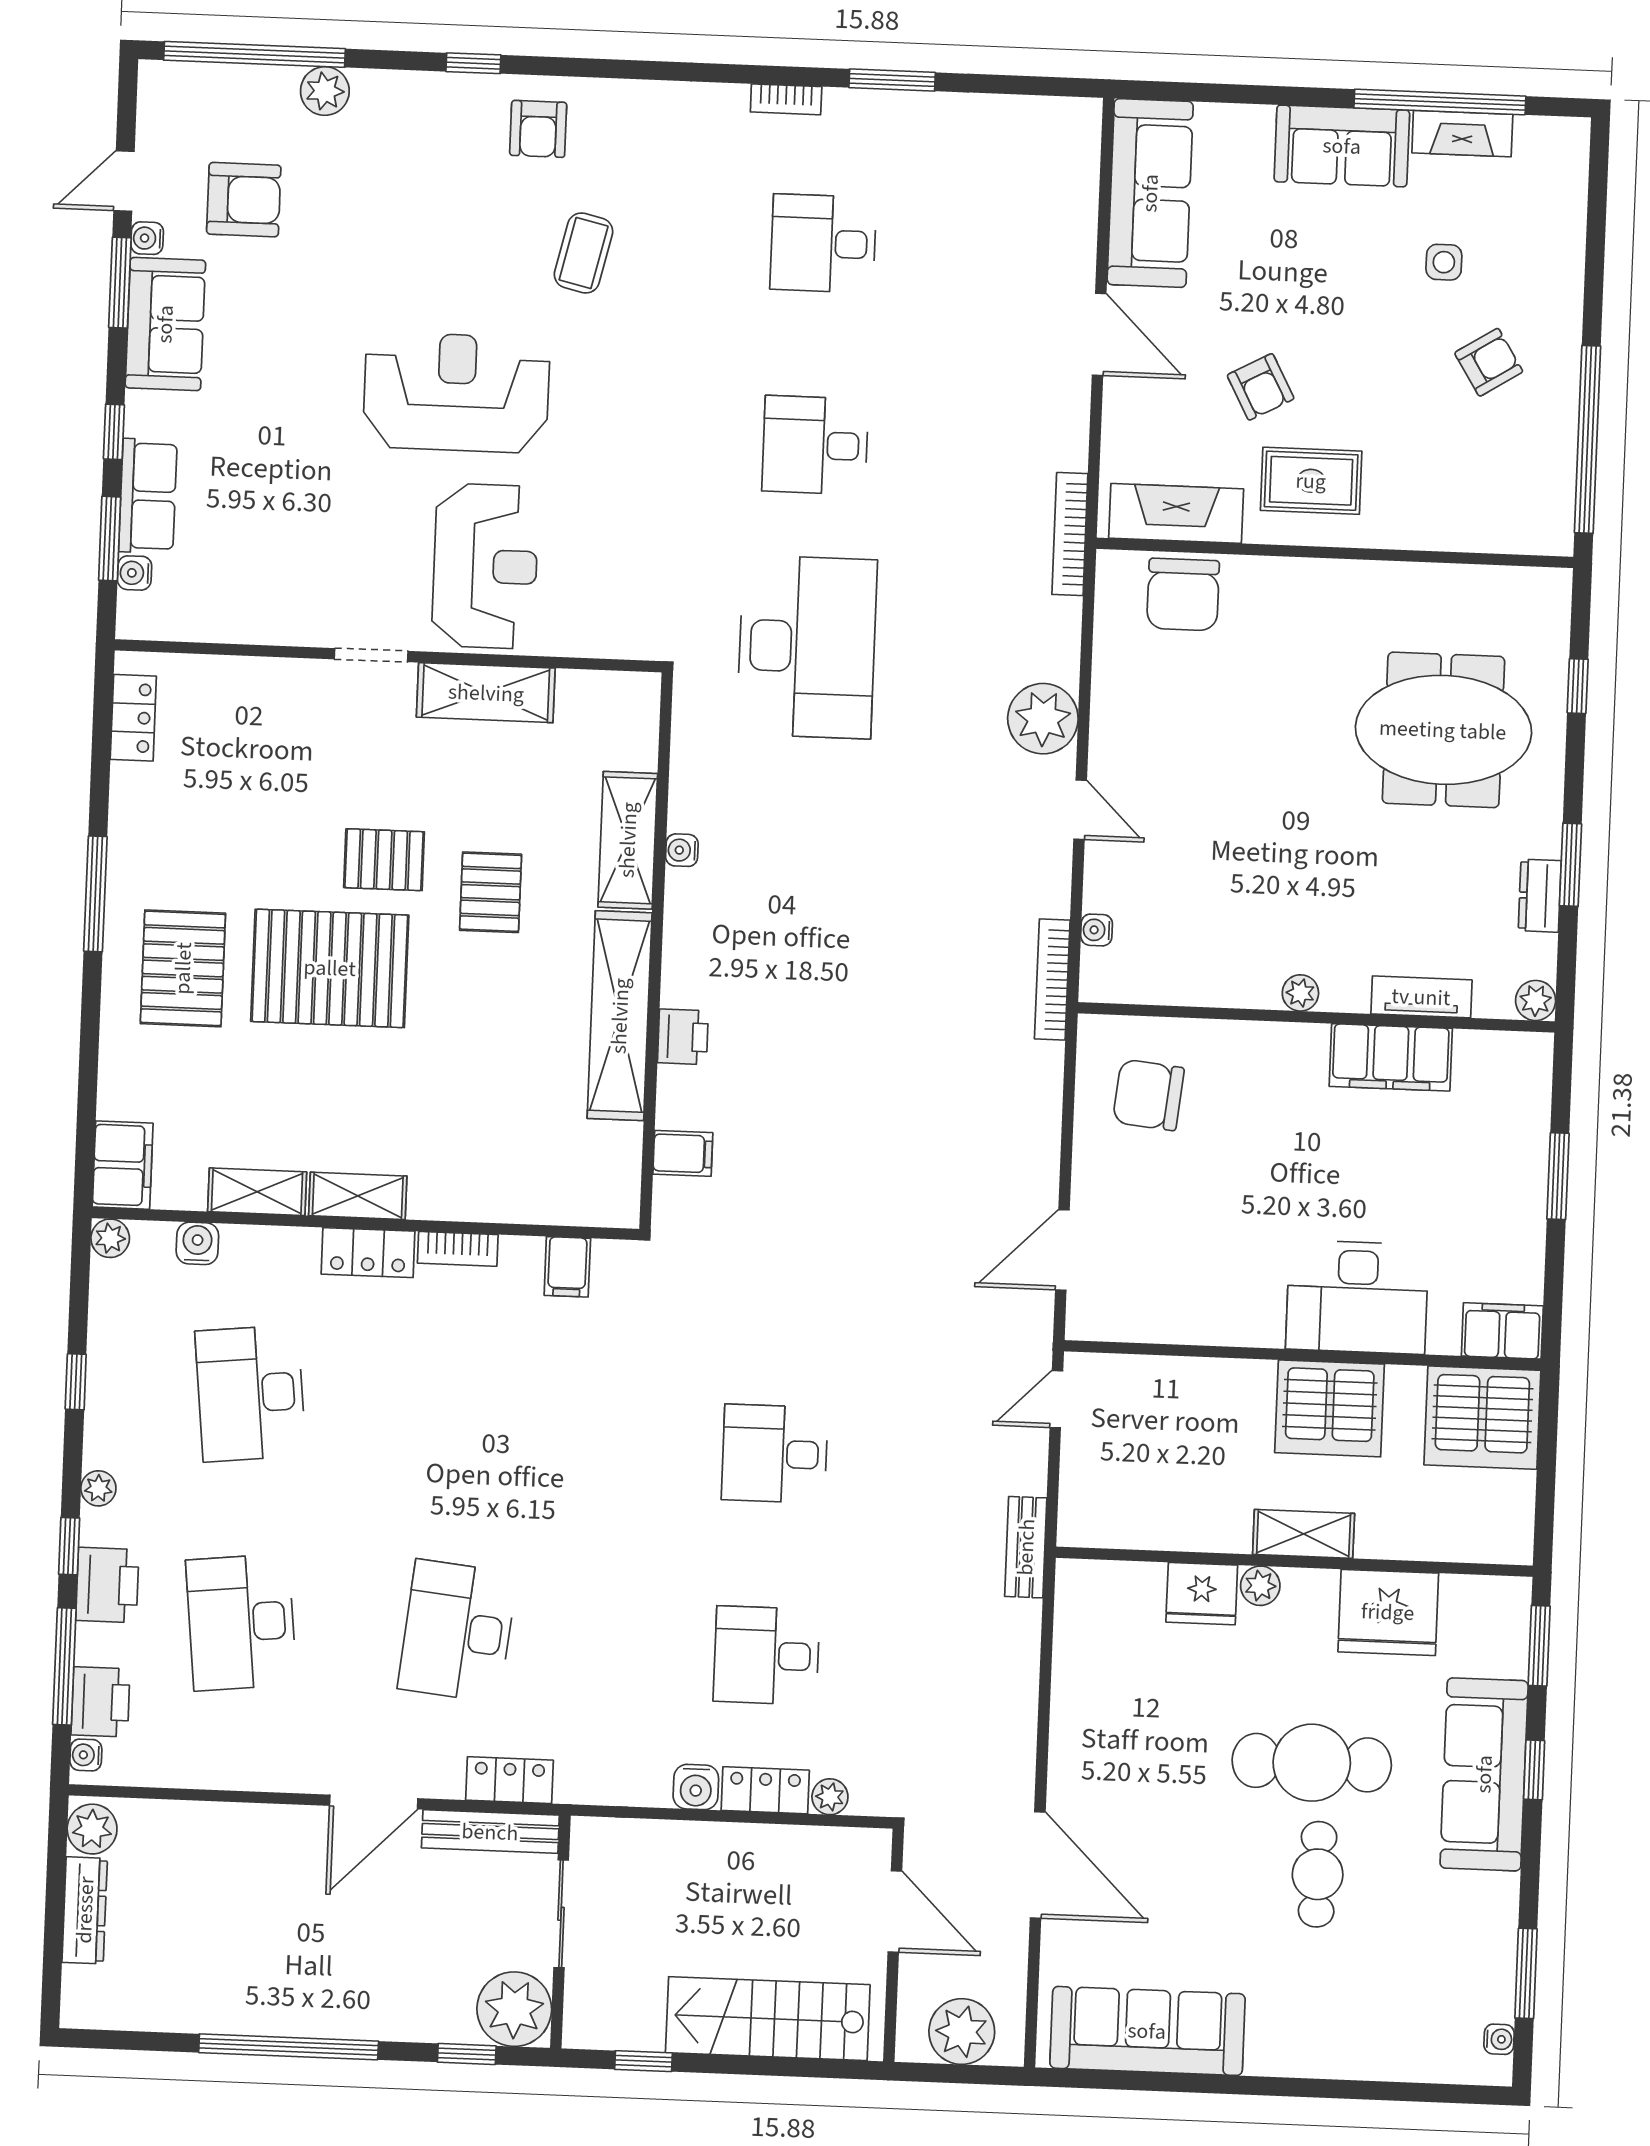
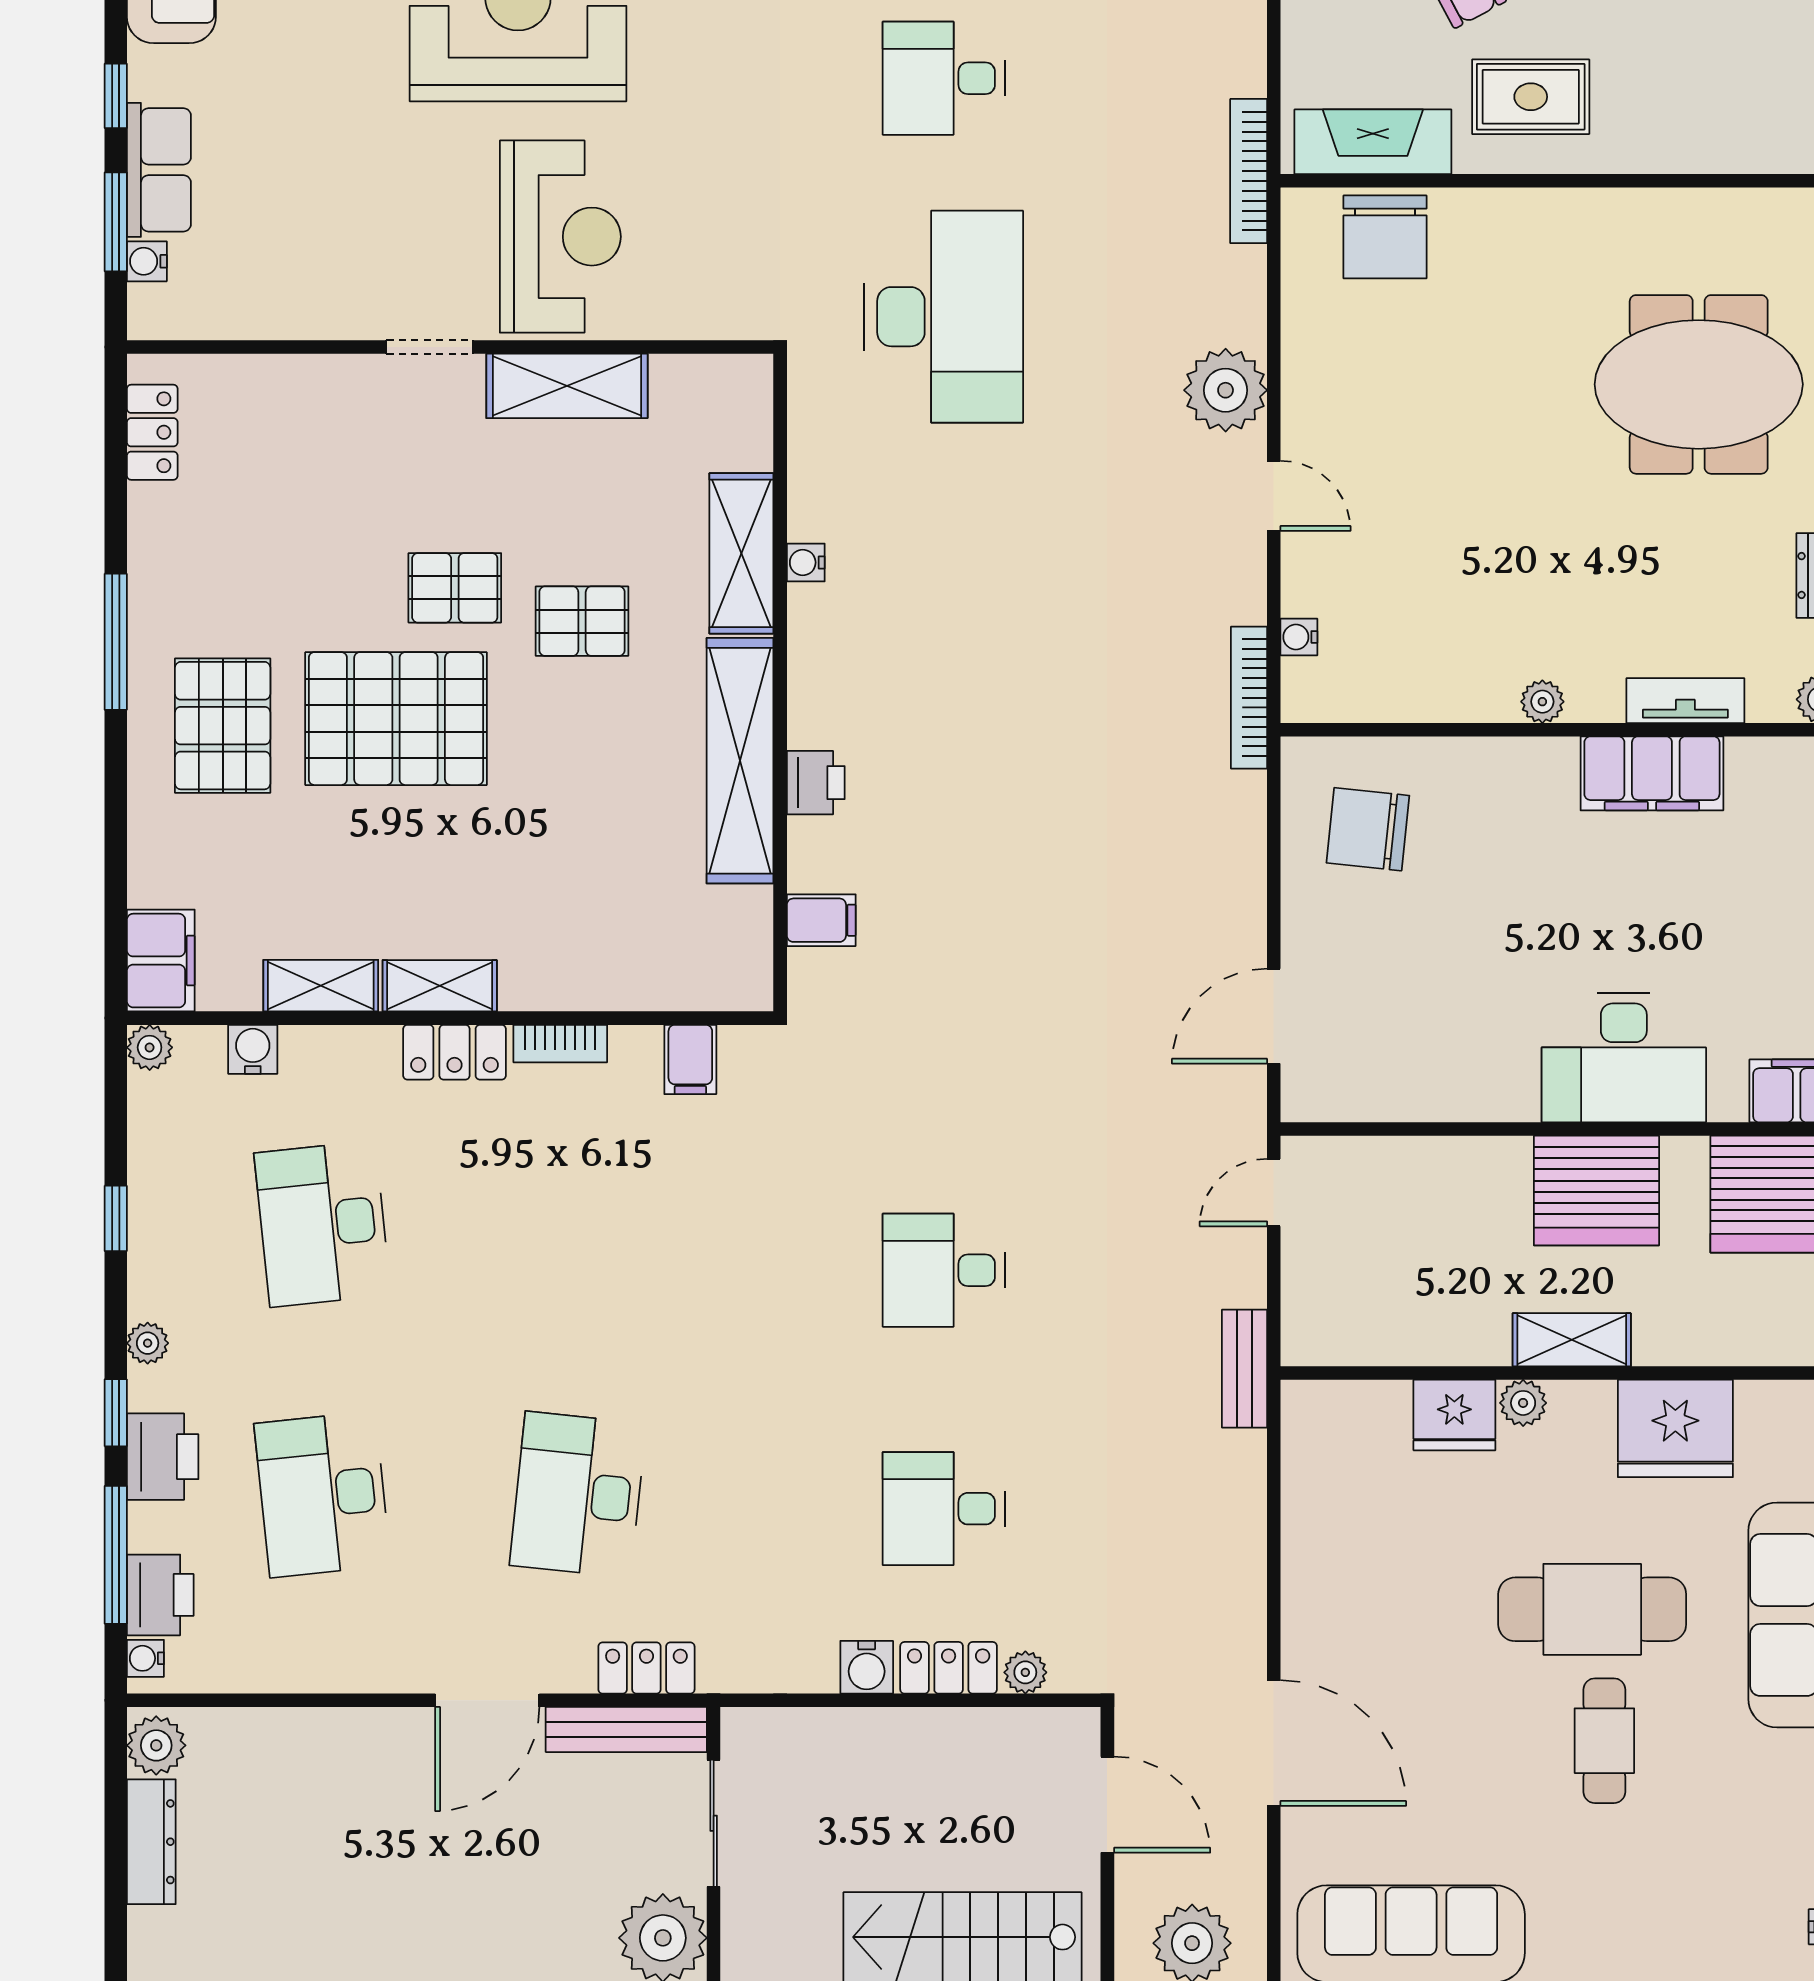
pallet: (491, 892) -> (582, 621), turned 90

